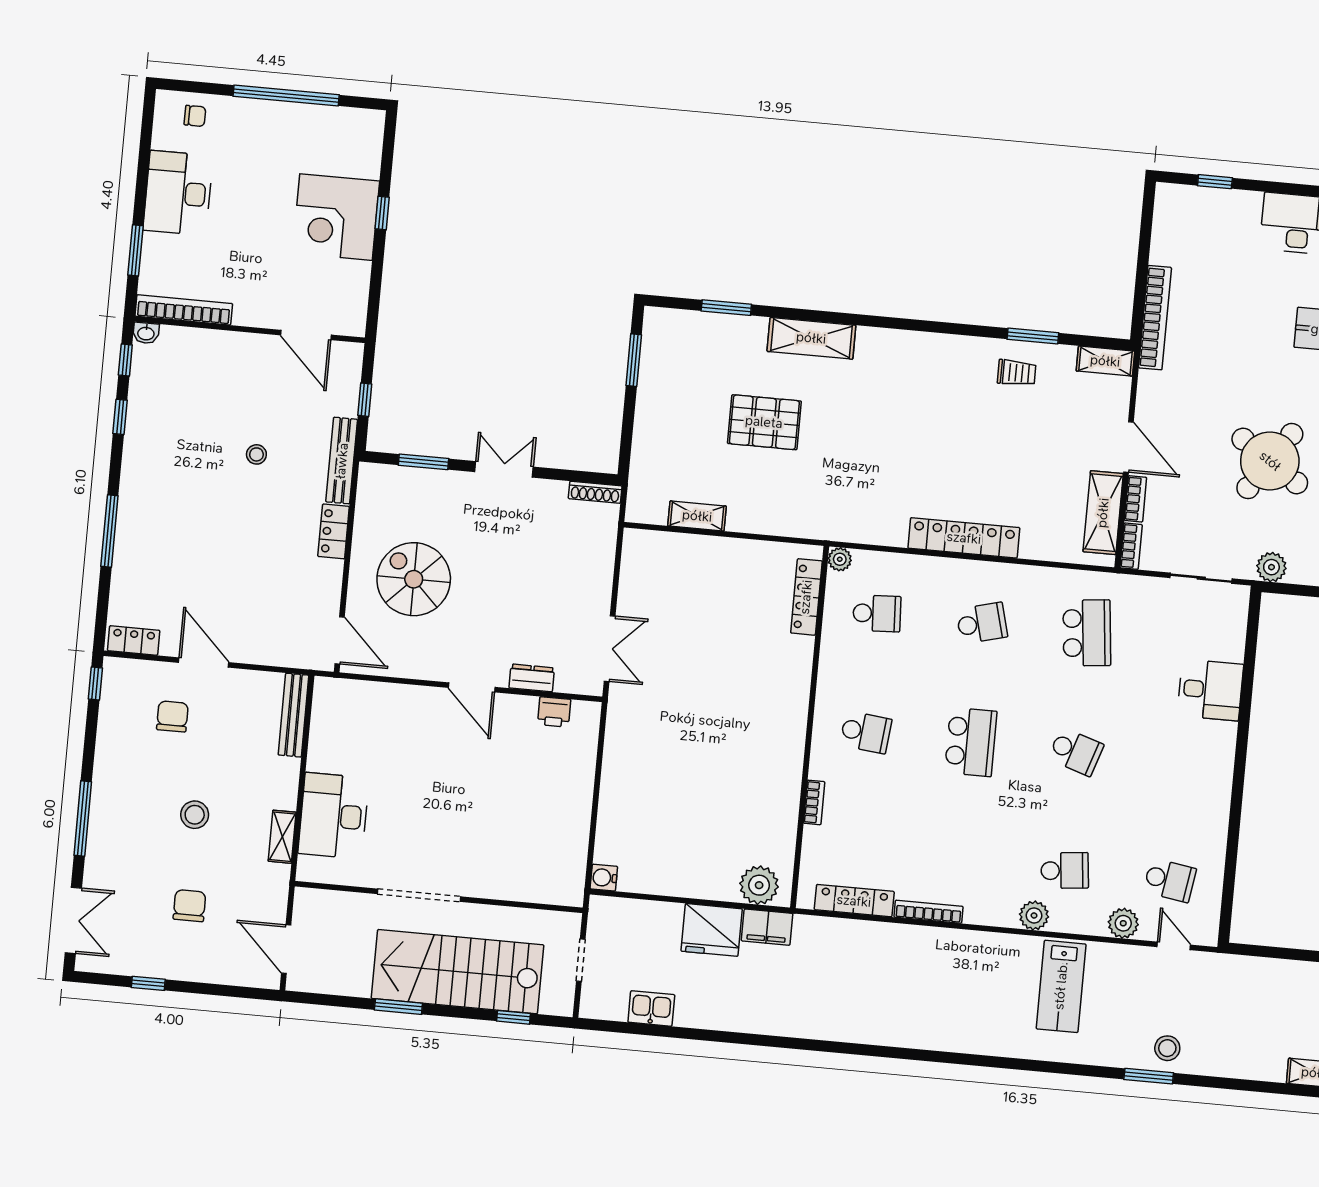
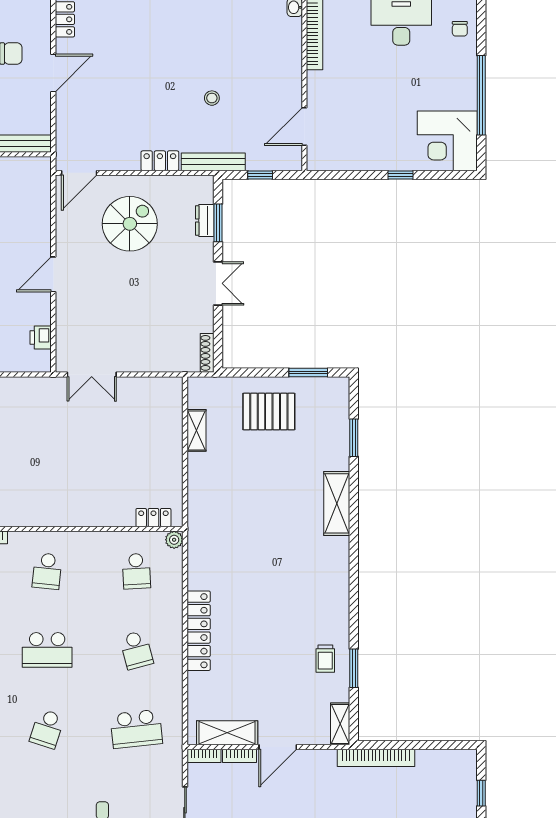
corner desk: (336, 217) -> (447, 141), moved, turned -90
pallet: (764, 422) -> (269, 412), moved, turned 90
locker: (806, 597) -> (153, 518), width x0.66
dresser: (532, 678) -> (205, 221), moved, turned 180

